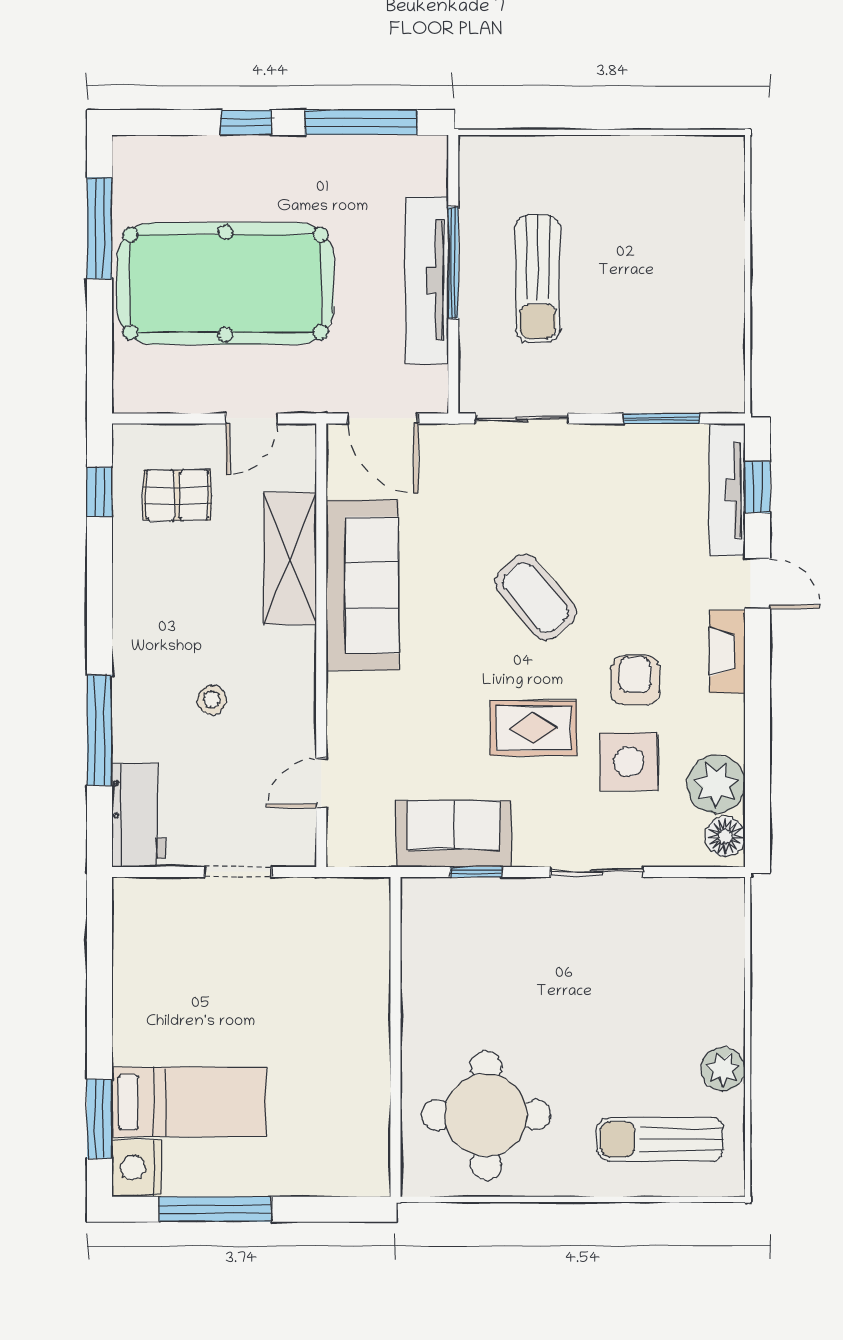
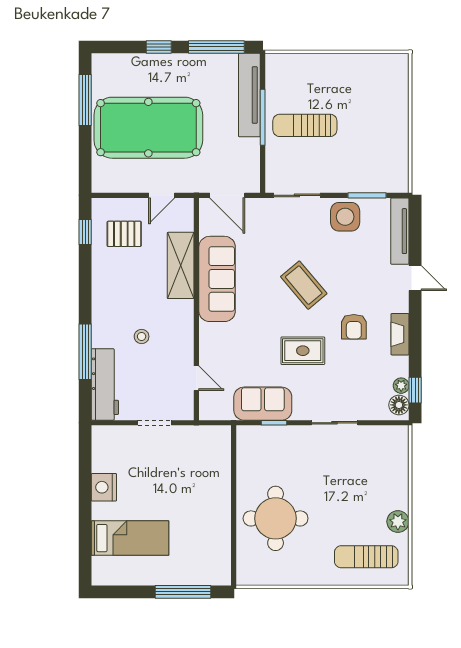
sun lounger: (538, 279) -> (305, 125), turned 90
tv unit: (427, 280) -> (249, 95), moved
window: (757, 487) -> (415, 390), moved
fireplace: (727, 652) -> (400, 334), moved
armchair: (635, 680) -> (354, 327), turned 180
side table: (629, 762) -> (345, 217), moved
door: (321, 783) -> (196, 378), swing flipped
plant: (716, 784) -> (401, 386), width x0.53, depth x0.53
workbench: (139, 815) -> (105, 384), width x1.38
round table: (486, 1115) -> (276, 518), moved
window: (99, 1119) -> (85, 547), removed
nightstand: (137, 1168) -> (104, 487), moved
window: (215, 1209) -> (183, 592), moved

